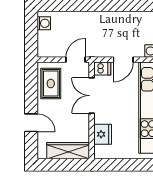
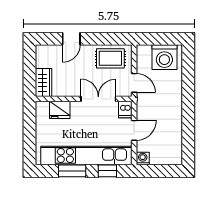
washing machine: (44, 23) -> (164, 57), width x1.89, depth x1.89
door: (123, 60) -> (134, 130), swing flipped
wardrobe: (68, 151) -> (44, 83), width x0.67

